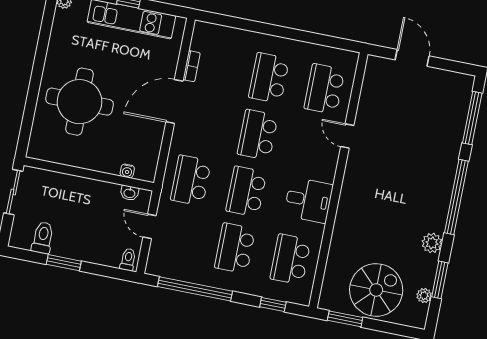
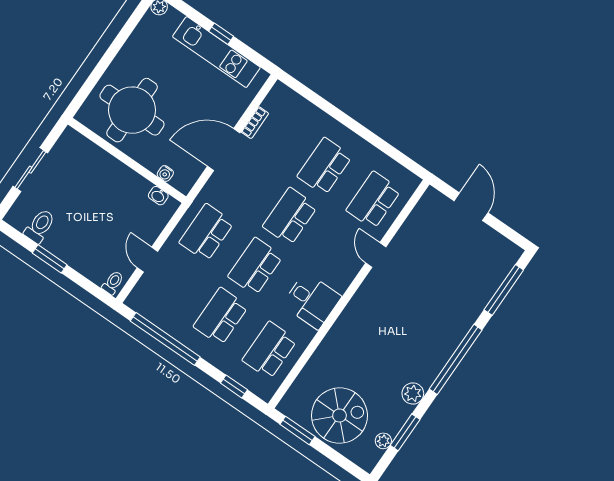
water cooler: (127, 171) -> (165, 173), moved
wall: (89, 174) -> (127, 160), moved
washbasin: (129, 193) -> (158, 196), moved

